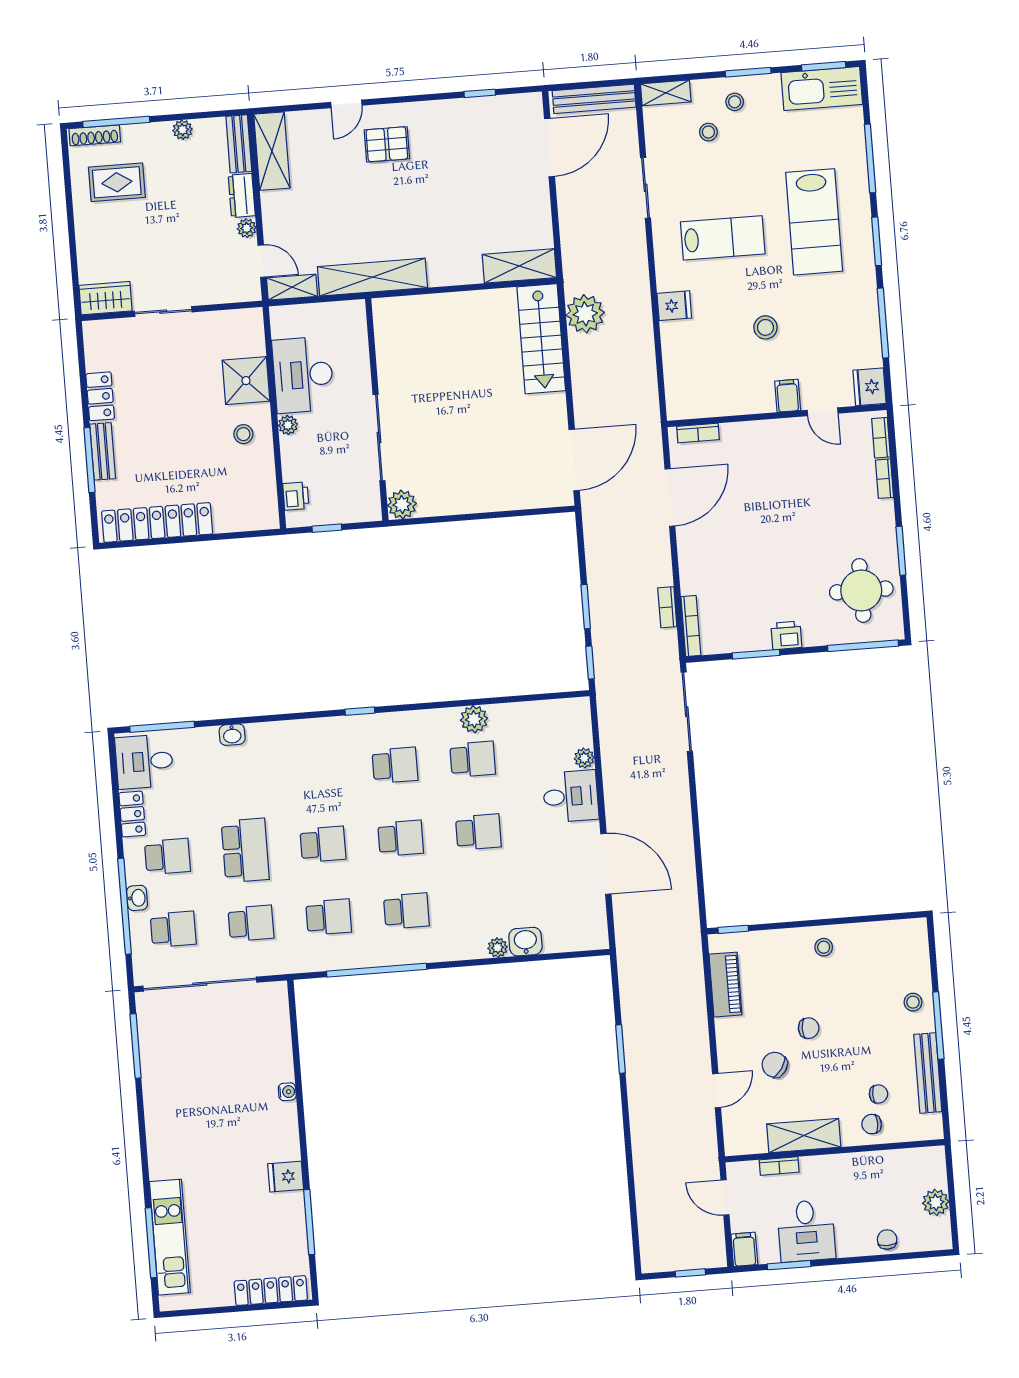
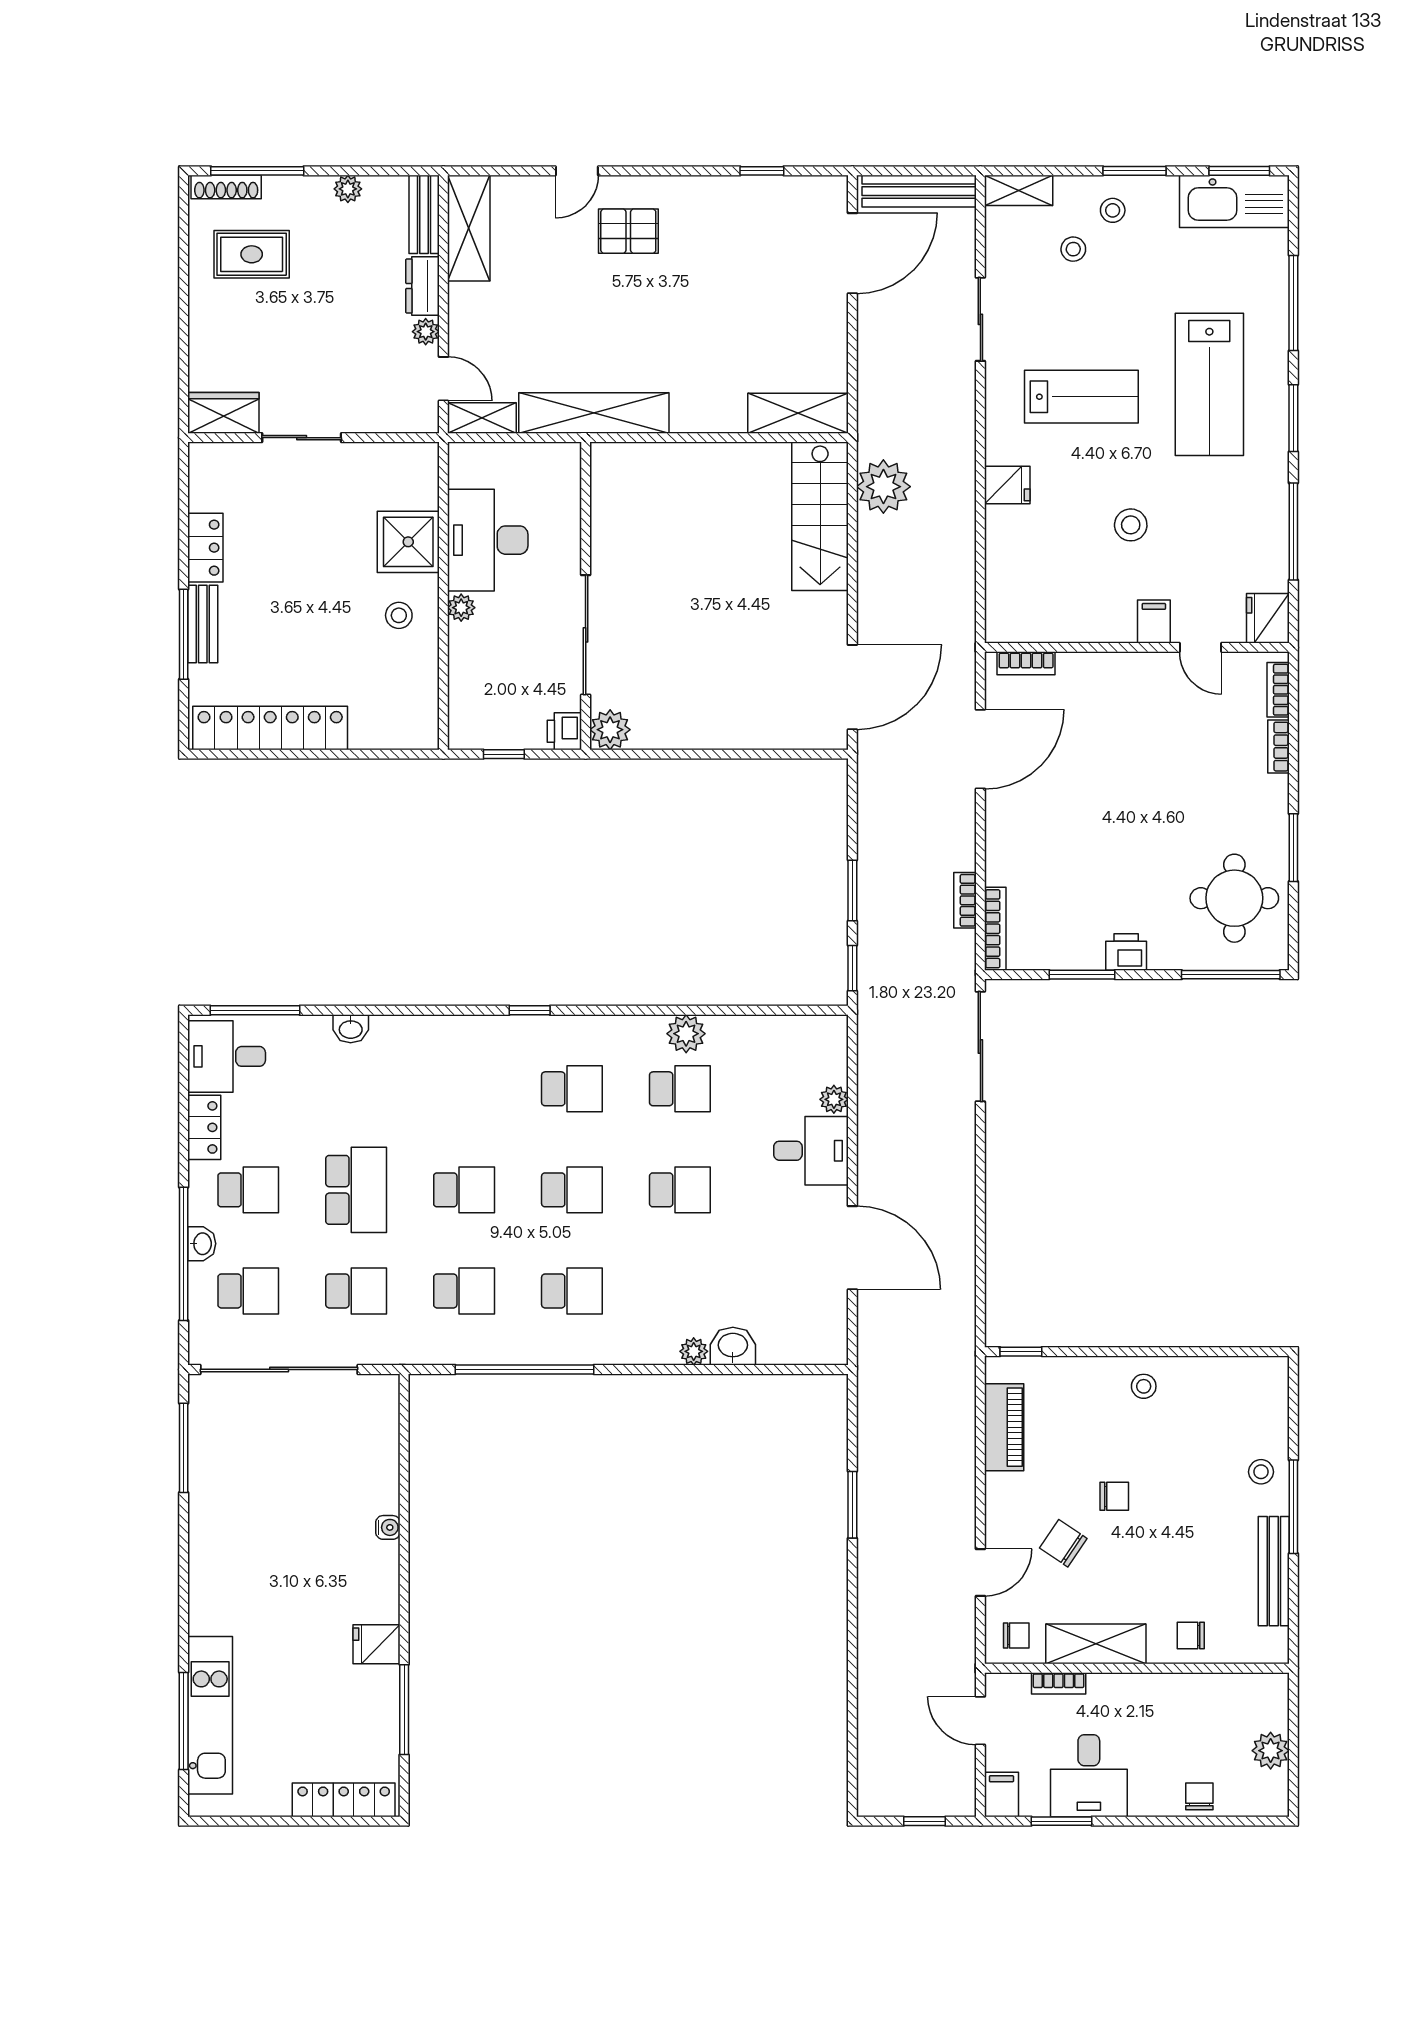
printer: (296, 496) -> (564, 731), moved, turned 180
chair: (878, 1094) -> (1016, 1635), moved

